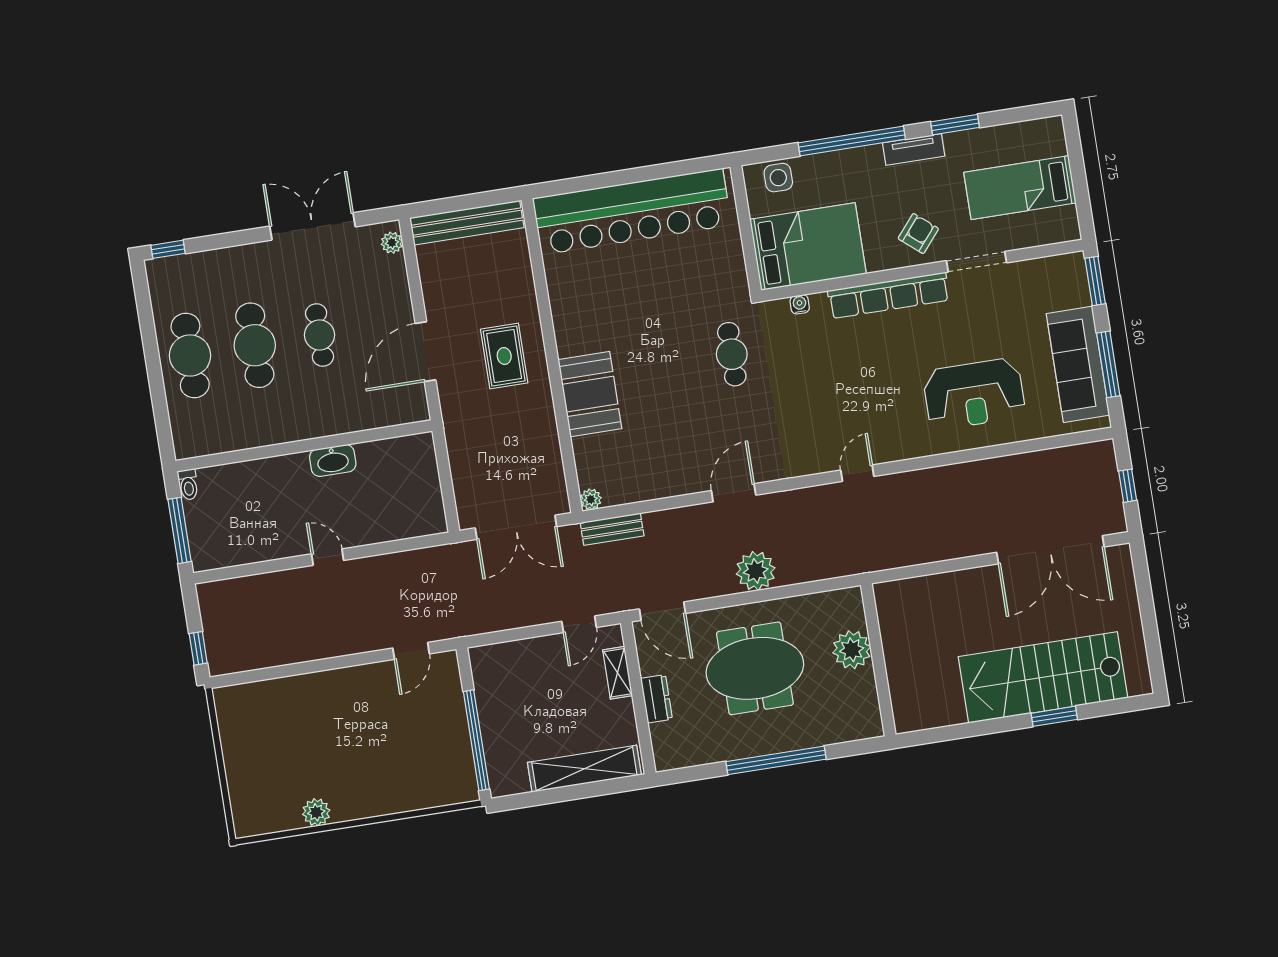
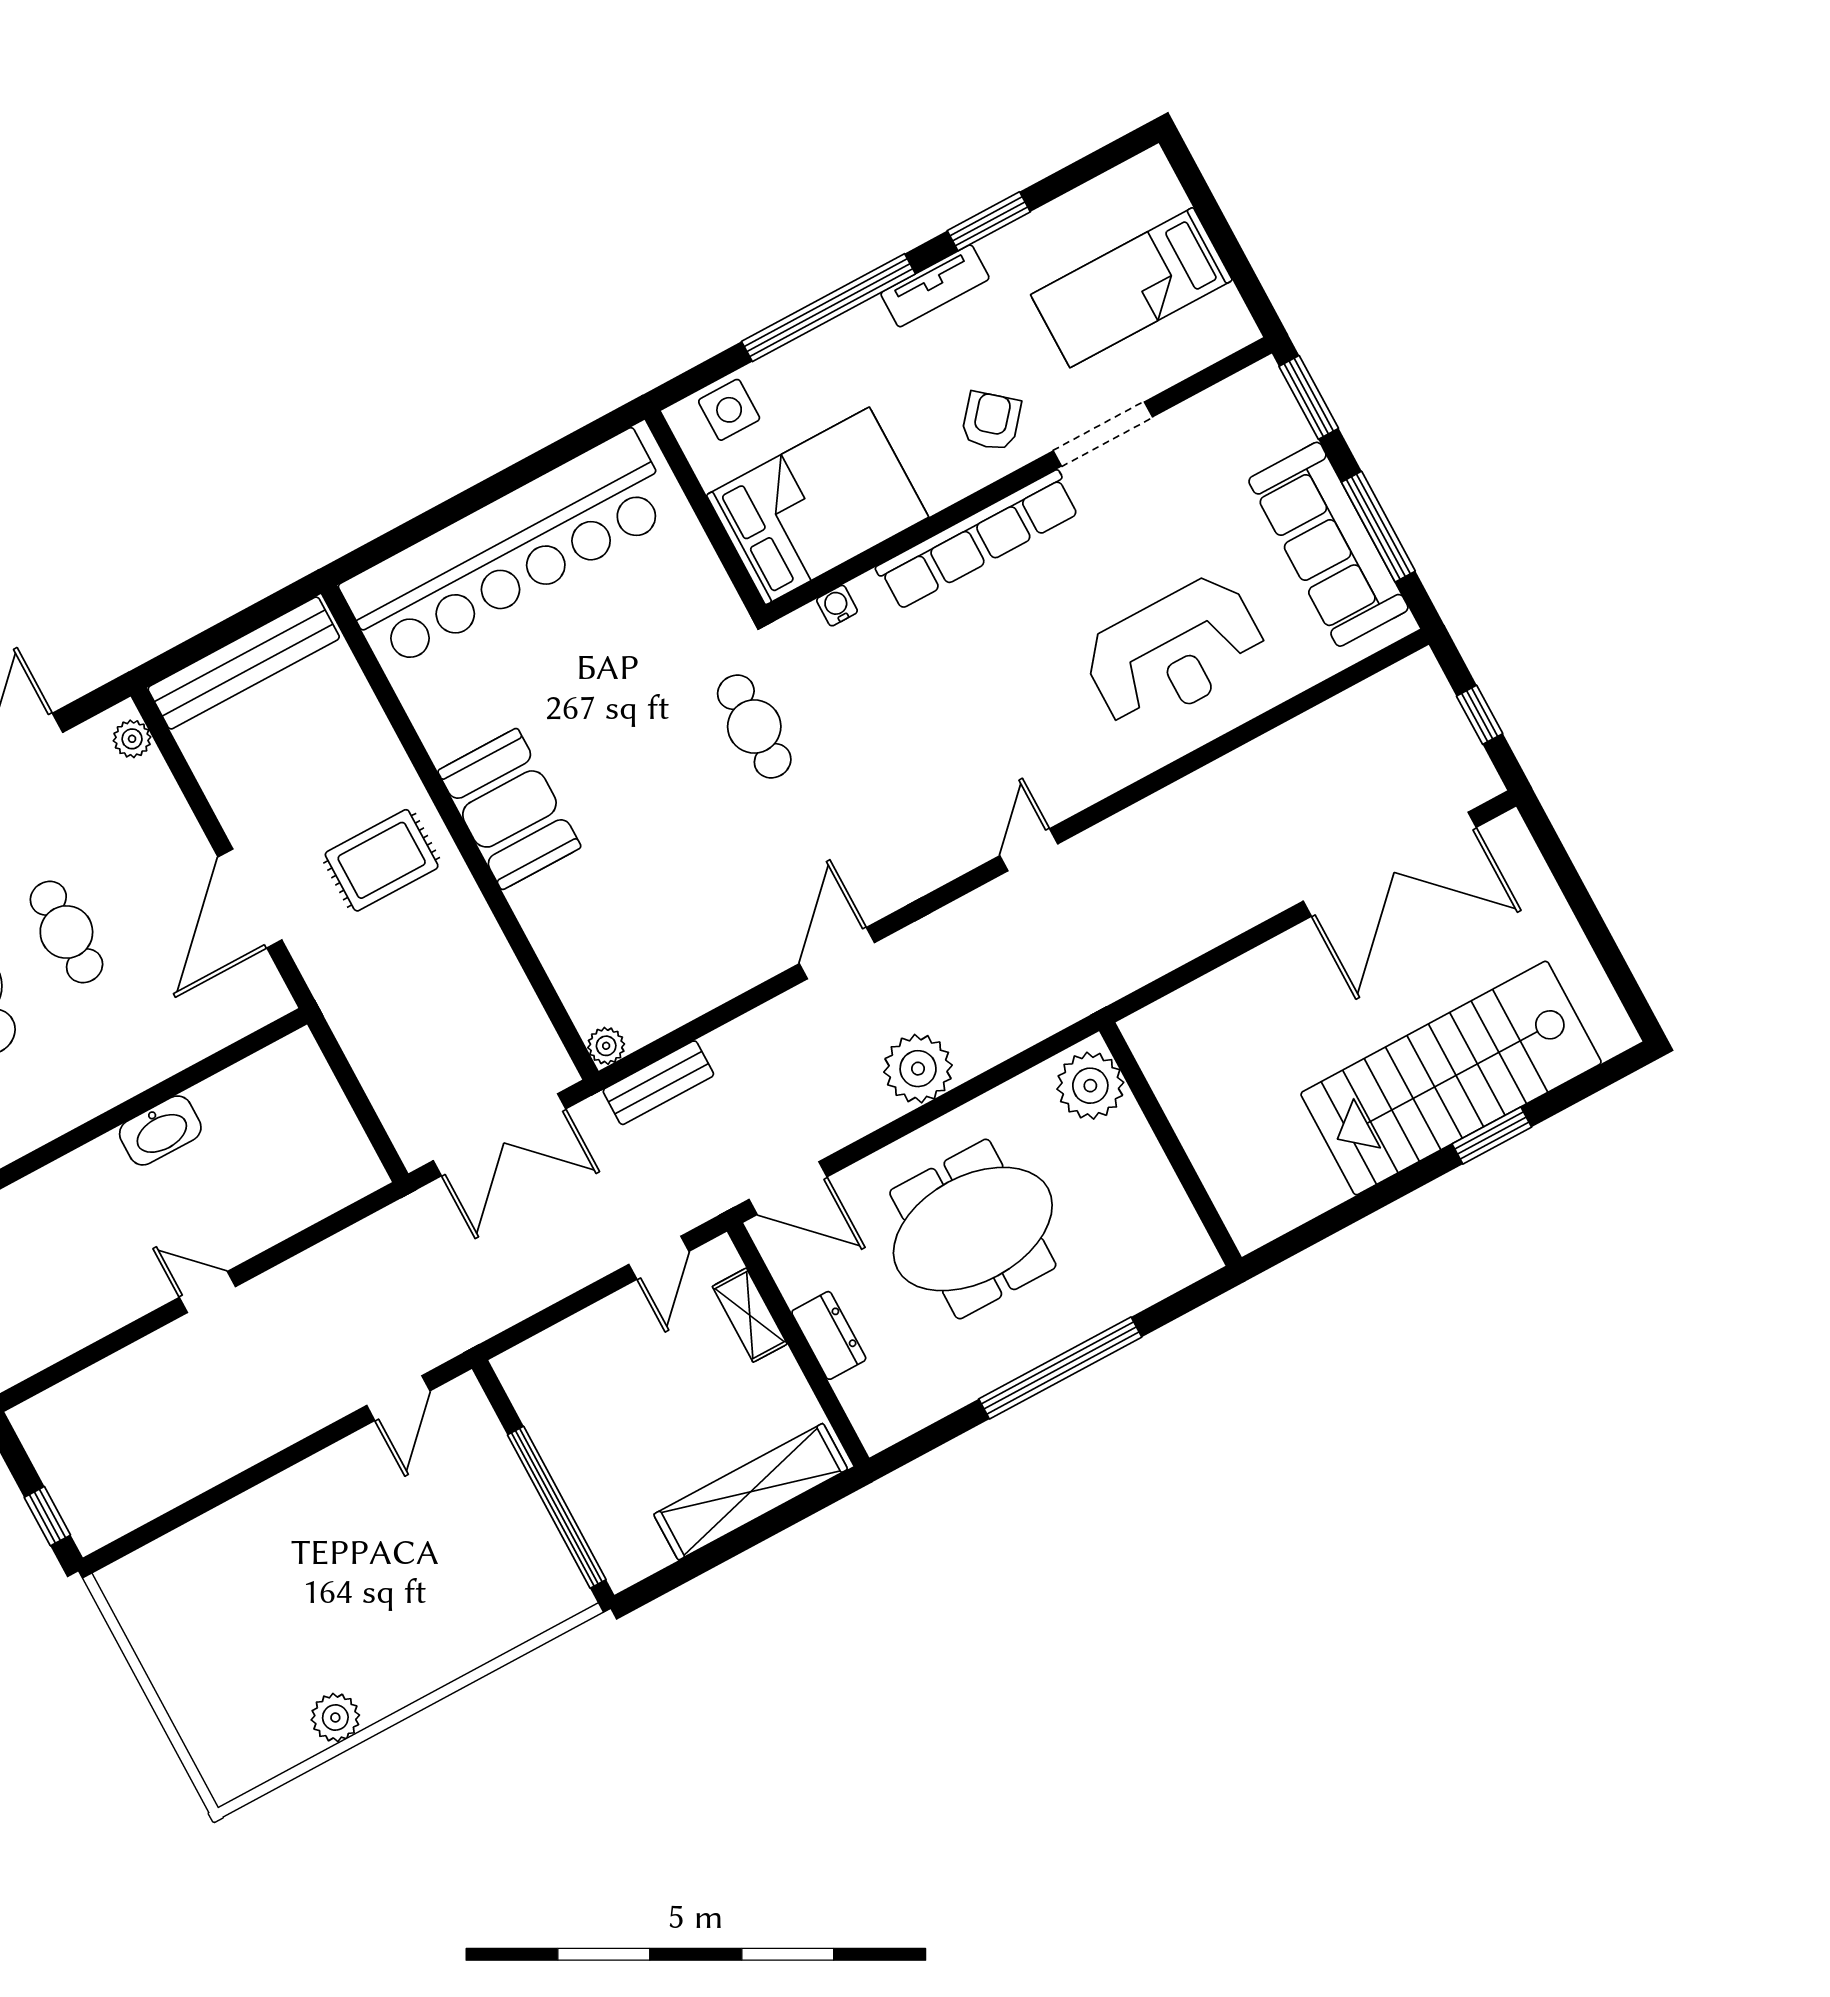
rug: (504, 356) -> (382, 860), turned 90
booth: (590, 394) -> (509, 809), moved
plant: (852, 650) -> (1090, 1086), moved

